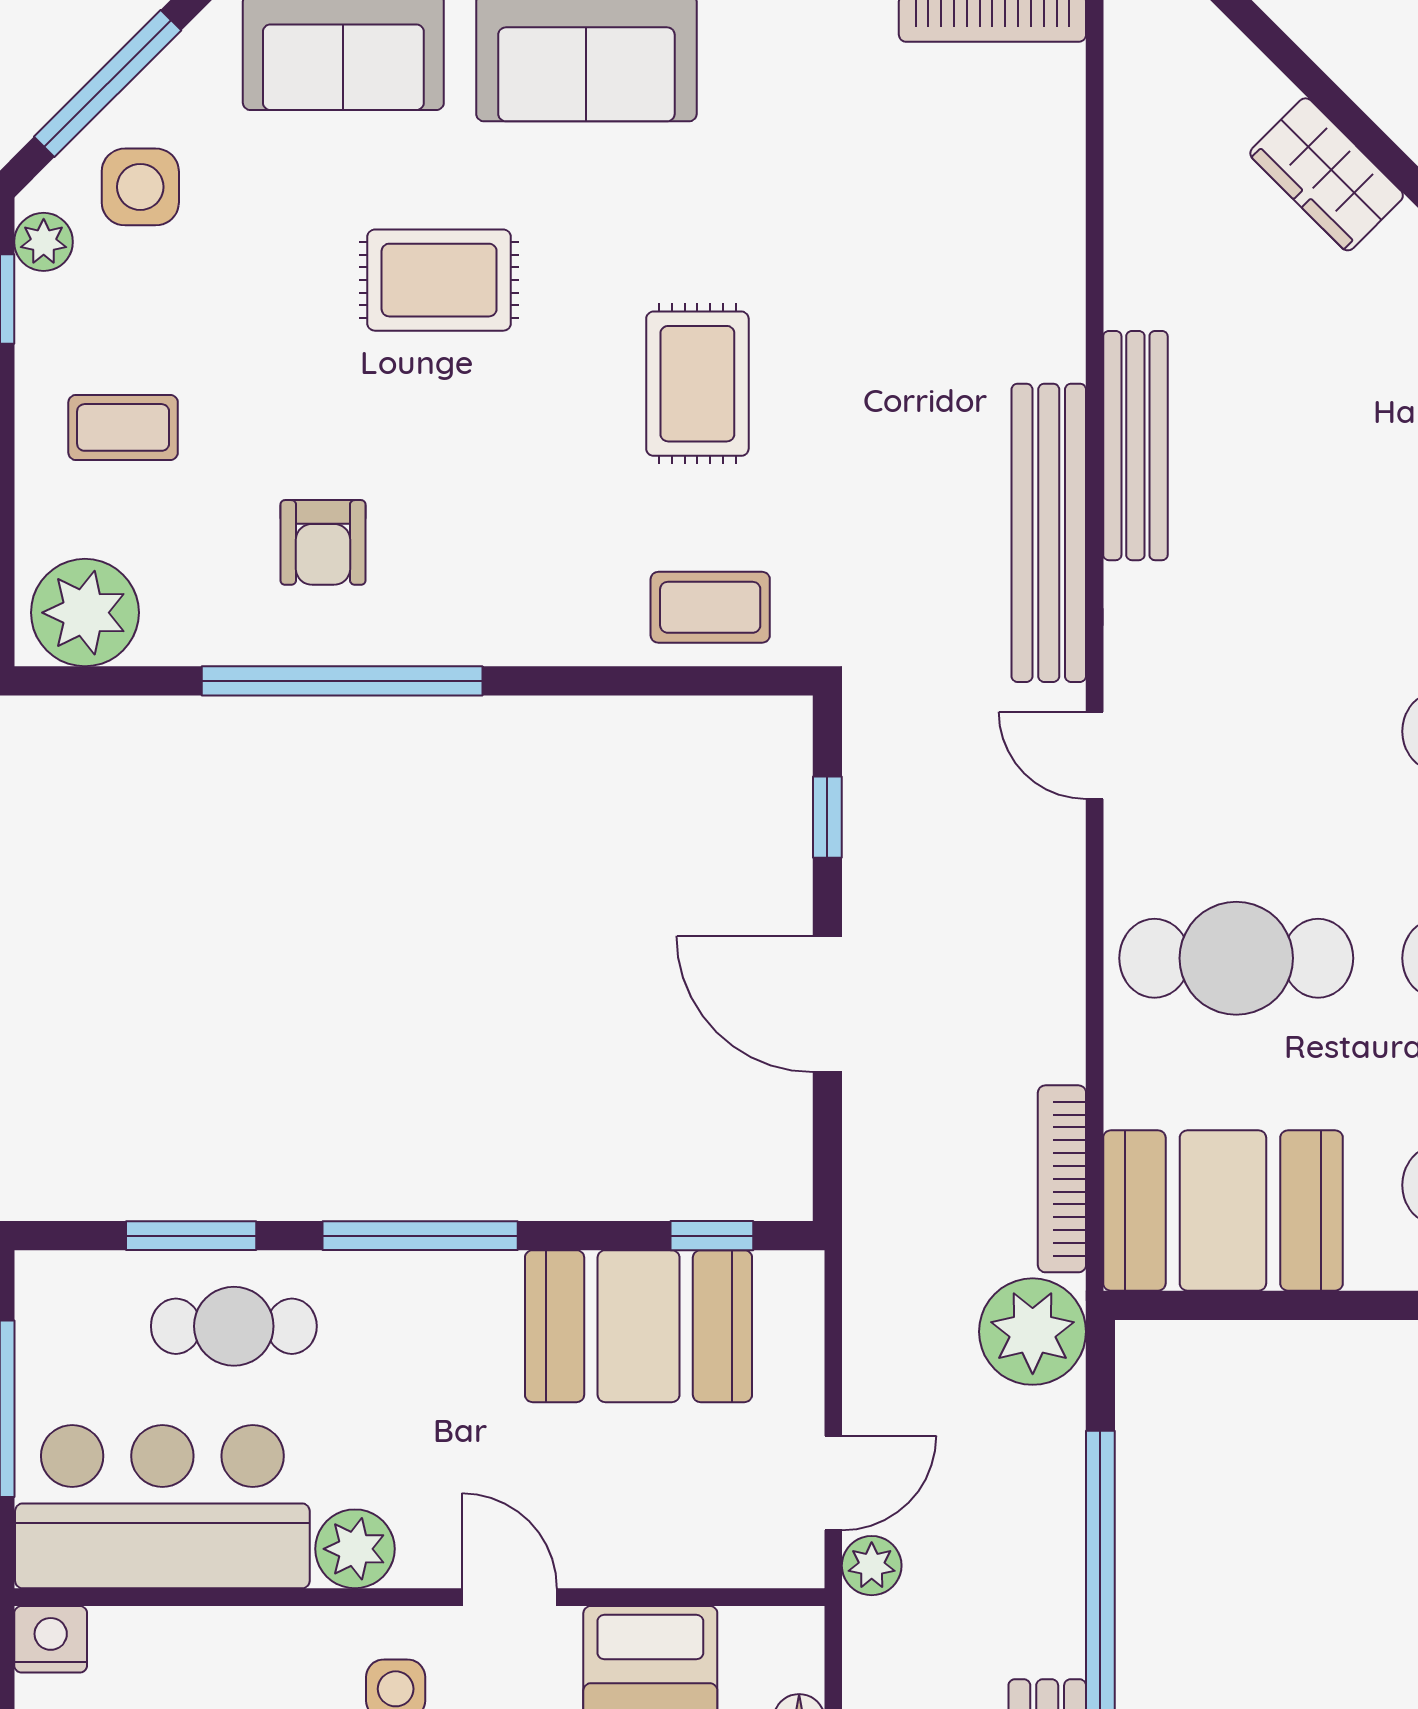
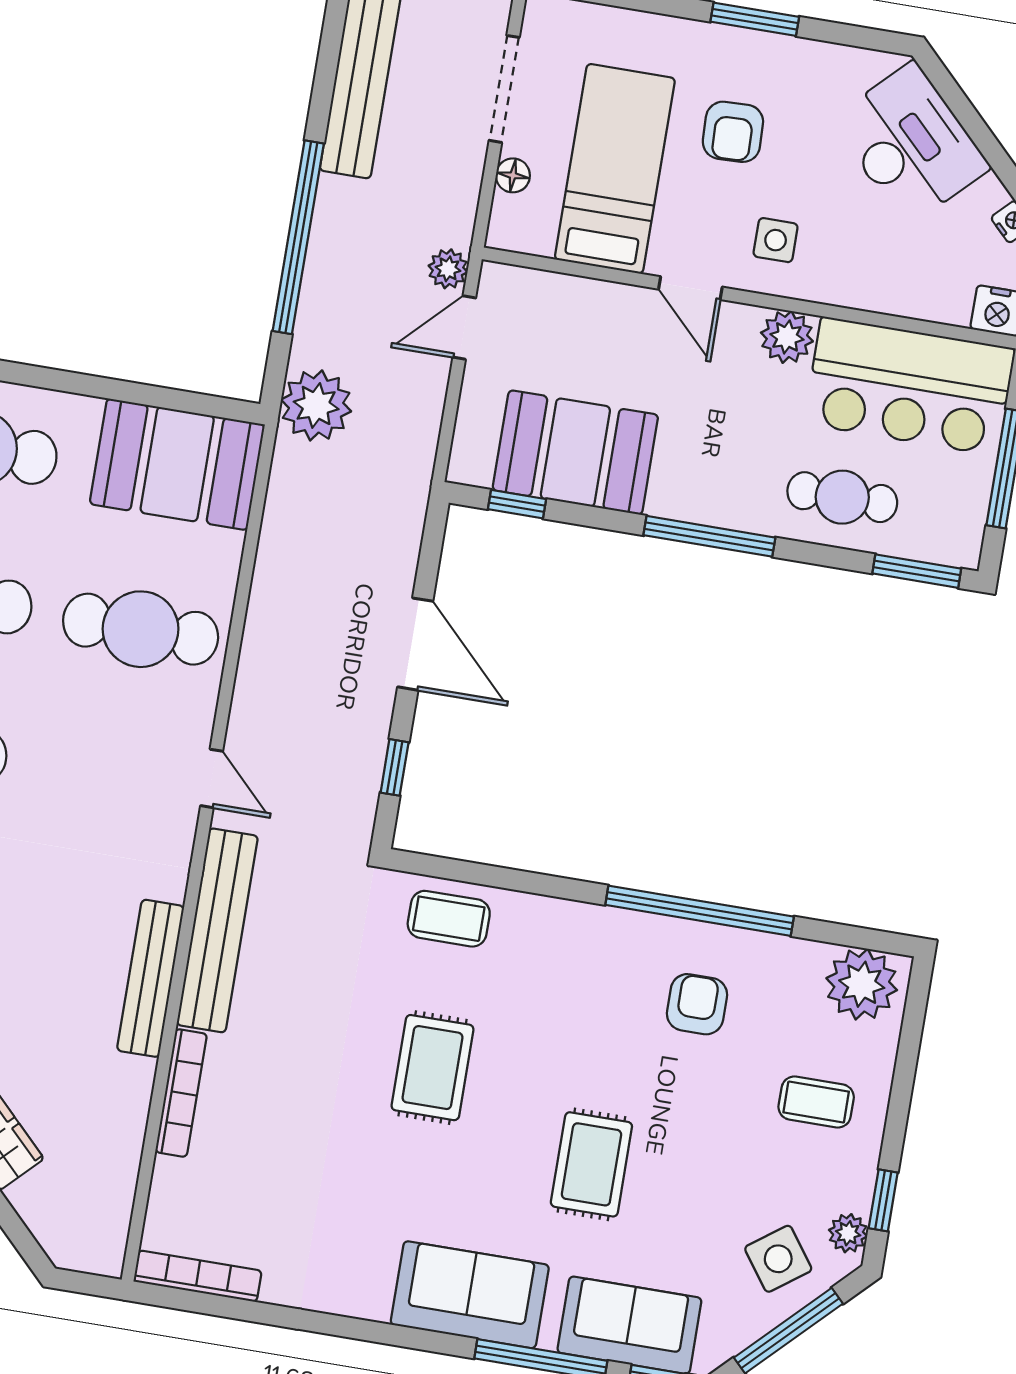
side table: (140, 187) -> (778, 1259), turned -36
rug: (439, 280) -> (591, 1164), turned 90
bookcase: (1062, 1179) -> (181, 1093), moved
window: (191, 1236) -> (917, 571), moved

